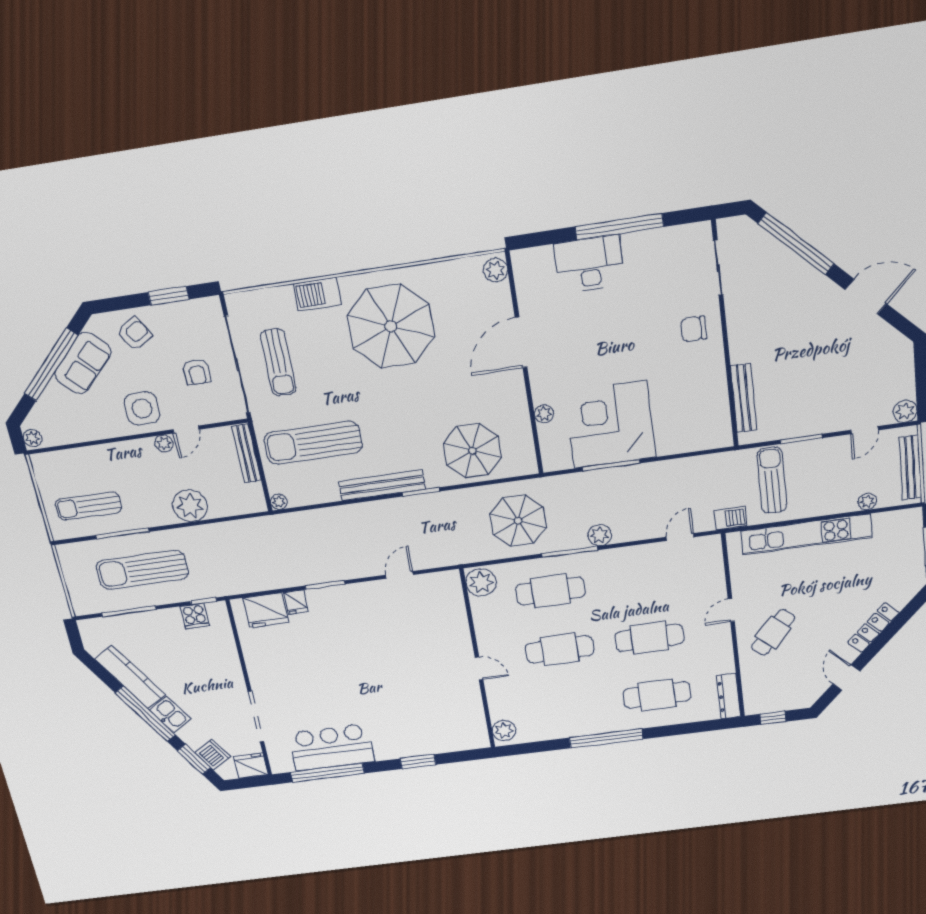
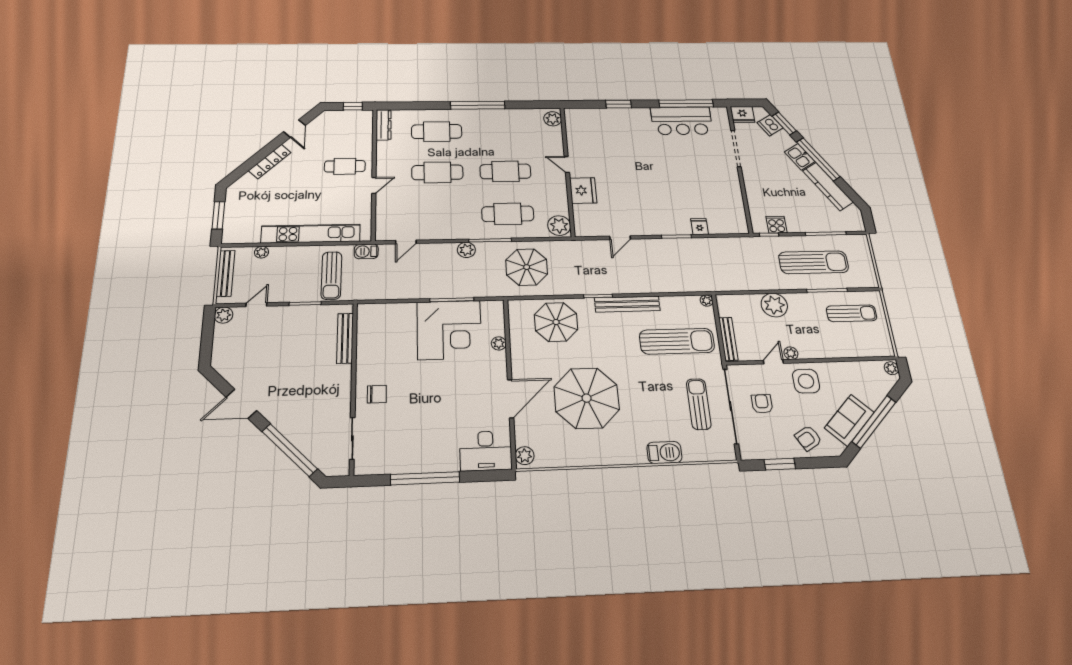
desk: (589, 264) -> (486, 451), moved
parasol: (391, 326) -> (587, 398), moved
fridge: (266, 610) -> (583, 190), moved, turned 90
cafe table: (773, 632) -> (345, 166), turned 49

